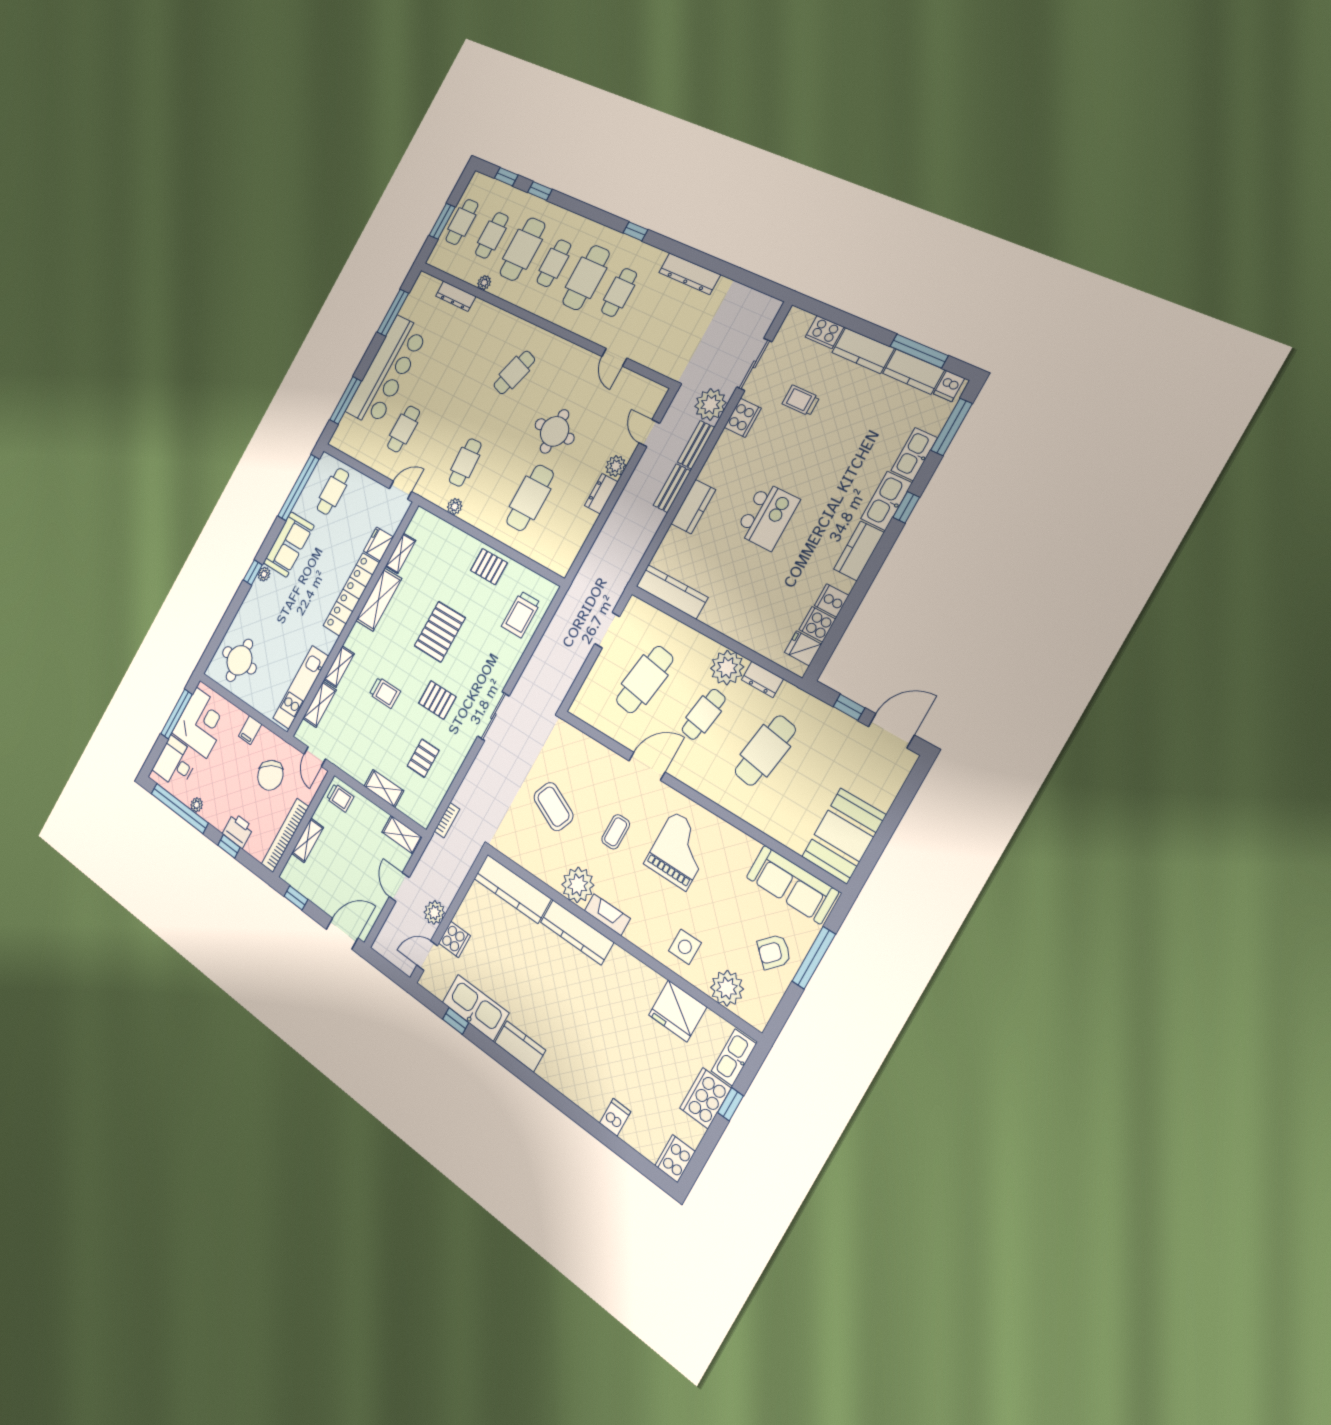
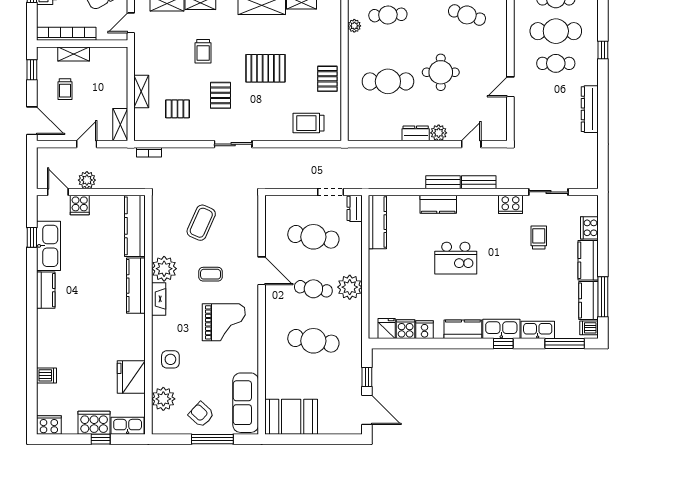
plant: (710, 404) -> (509, 177), removed
dresser: (762, 679) -> (355, 208), moved
trolley: (340, 798) -> (65, 89), moved

